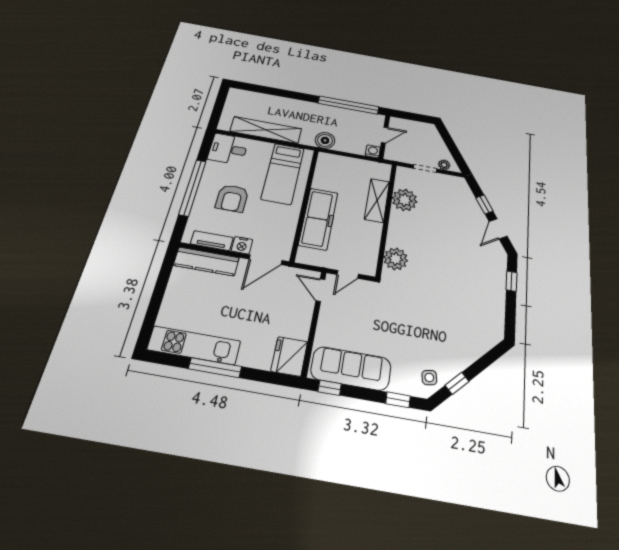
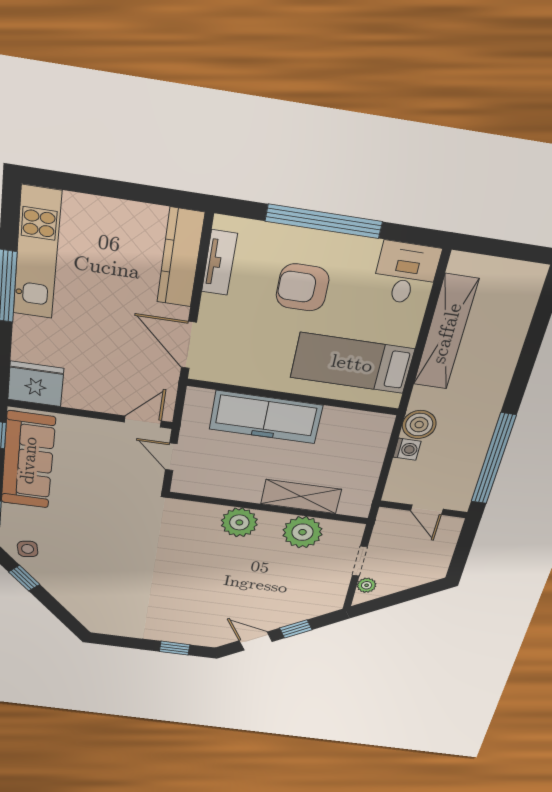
washing machine: (373, 151) -> (407, 449), moved
nightstand: (242, 245) -> (213, 309), removed
plant: (396, 259) -> (239, 522), moved

